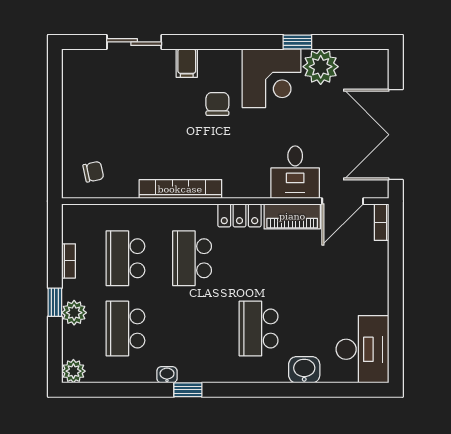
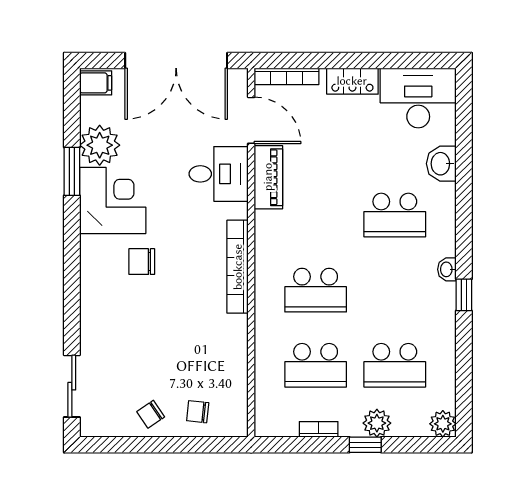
sliding door: (134, 42) -> (72, 386), moved
window: (297, 42) -> (72, 171), width x1.50
filing cabinet: (187, 63) -> (96, 83), moved
chair: (82, 112) -> (151, 414), added
chair: (93, 172) -> (198, 412), moved, turned -72
bookcase: (180, 189) -> (238, 267), moved
locker: (239, 215) -> (352, 81), moved, turned 90
bookcase: (382, 222) -> (286, 76), width x1.56
washbasin: (167, 375) -> (447, 269), moved

